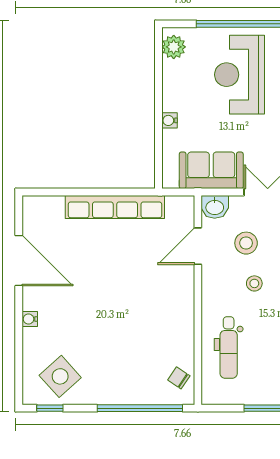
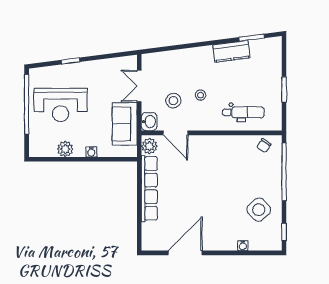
plant: (174, 47) -> (65, 149), moved
plant: (178, 207) -> (149, 146), added
water cooler: (30, 319) -> (243, 246), moved
side table: (60, 376) -> (259, 210), moved

